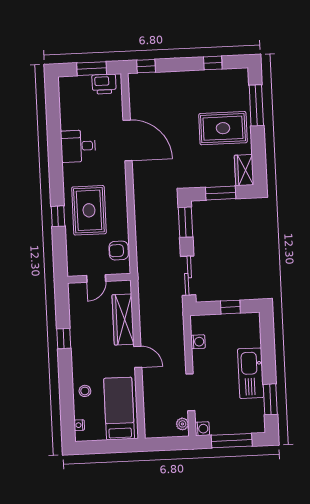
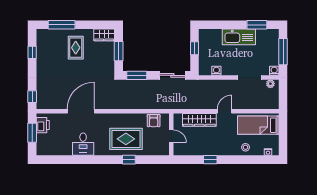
rug: (223, 128) -> (76, 48), width x0.73, depth x0.70

